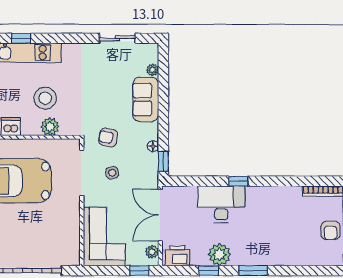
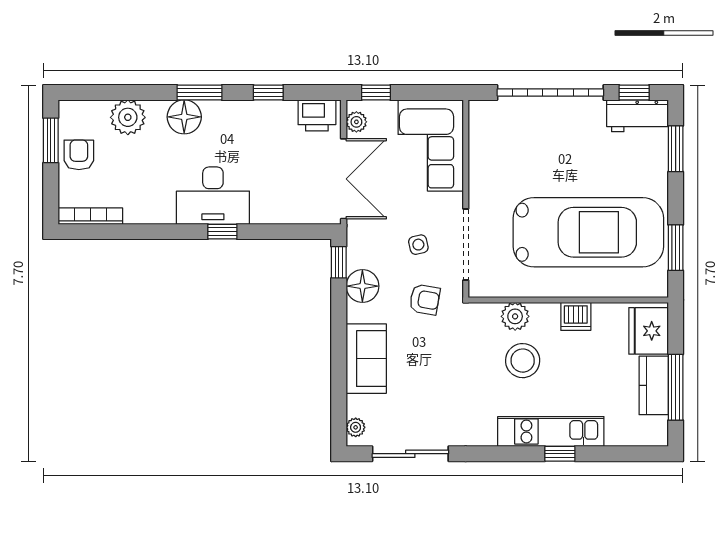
sliding door: (117, 38) -> (410, 454), width x1.37
plant: (153, 70) -> (356, 427), moved
floor lamp: (153, 146) -> (362, 286), width x1.89, depth x1.89
desk: (221, 204) -> (213, 196), moved
plant: (219, 255) -> (128, 117), moved
floor lamp: (263, 255) -> (184, 117), added

